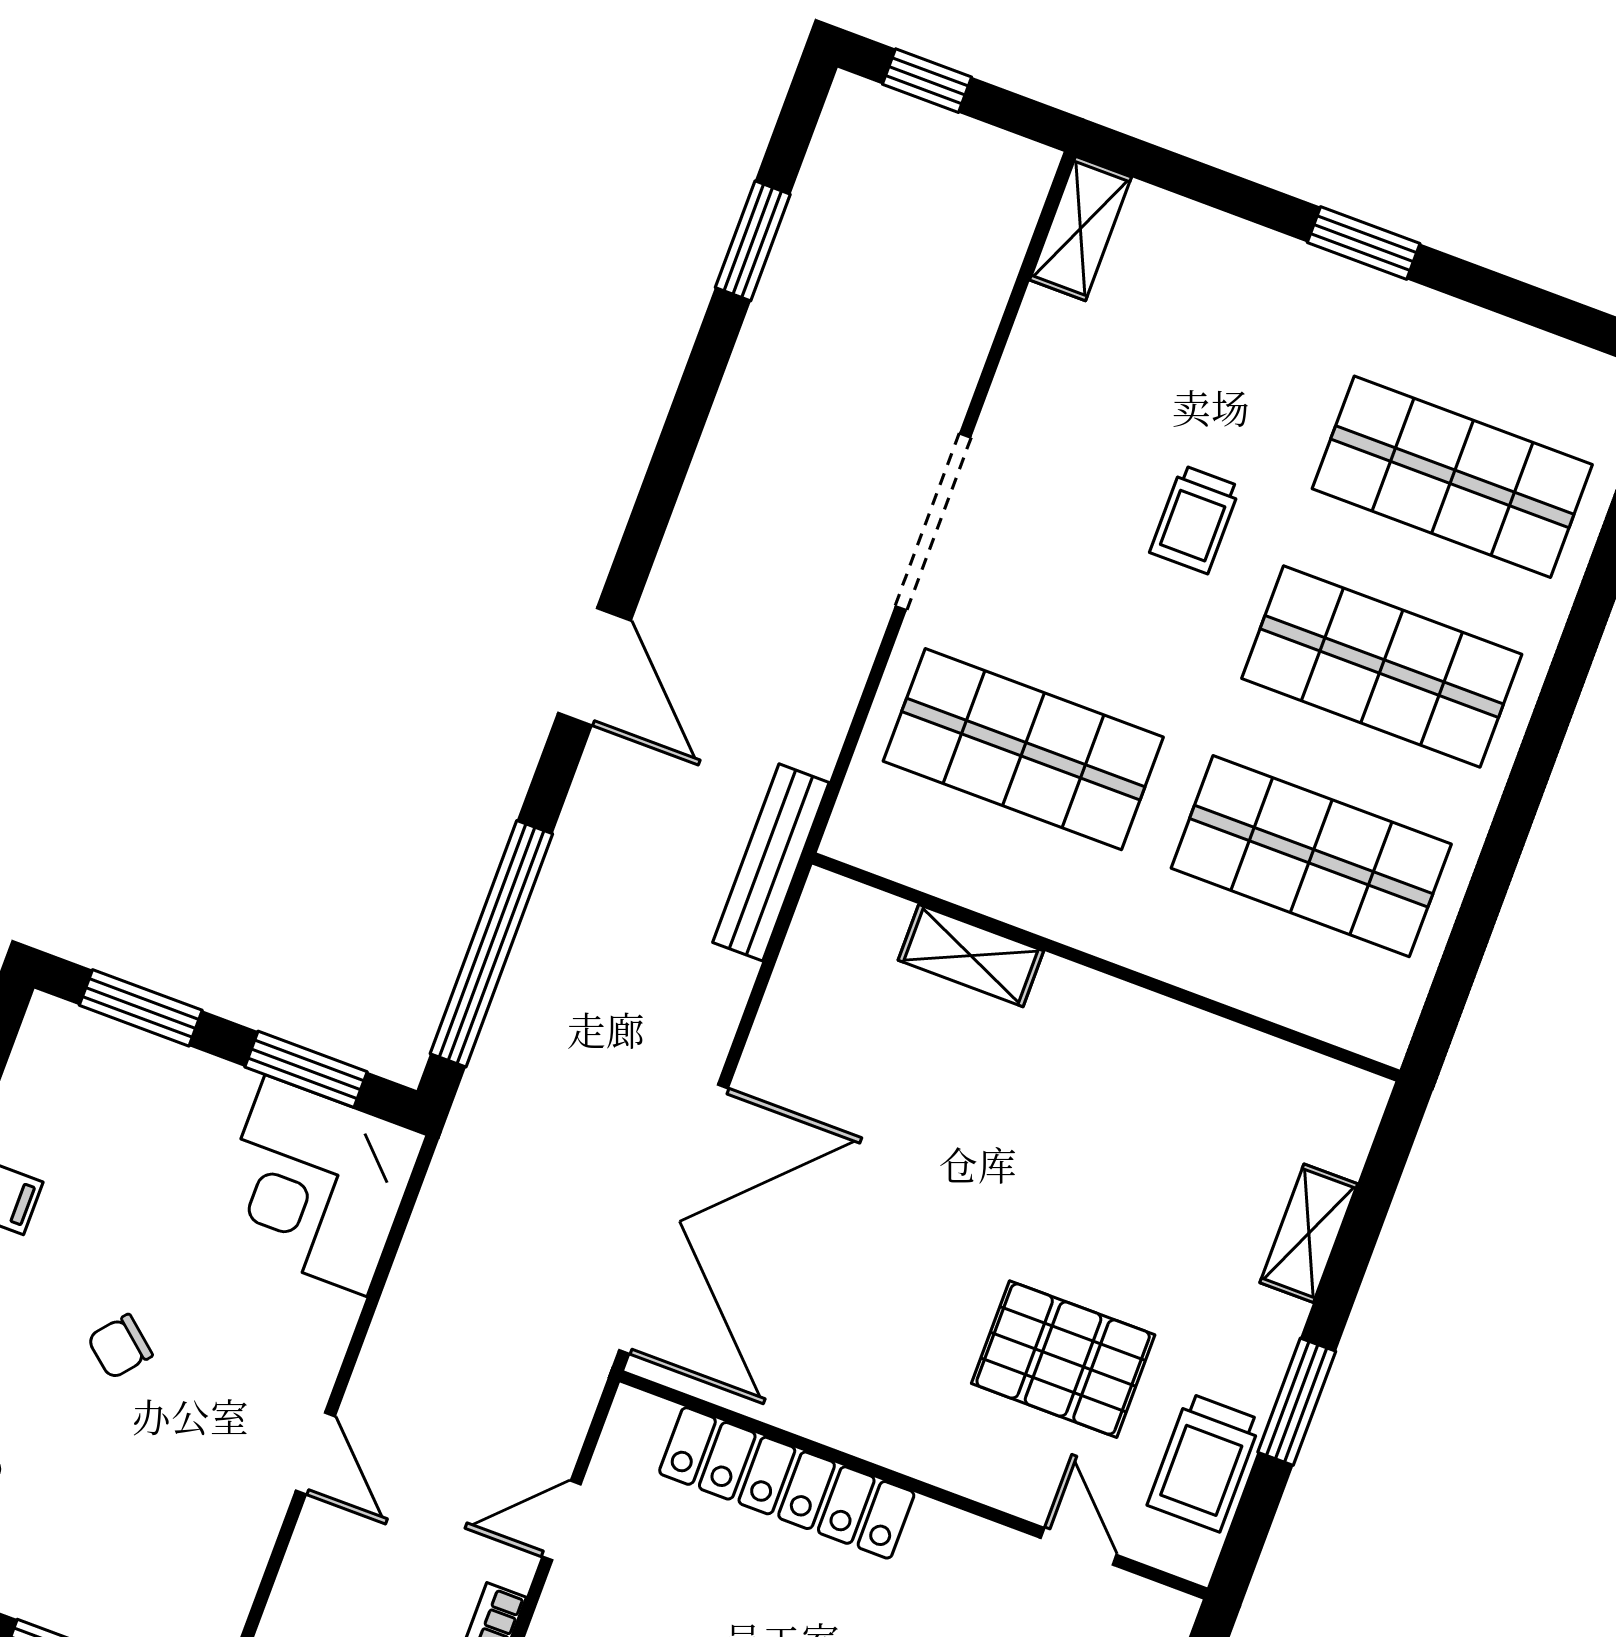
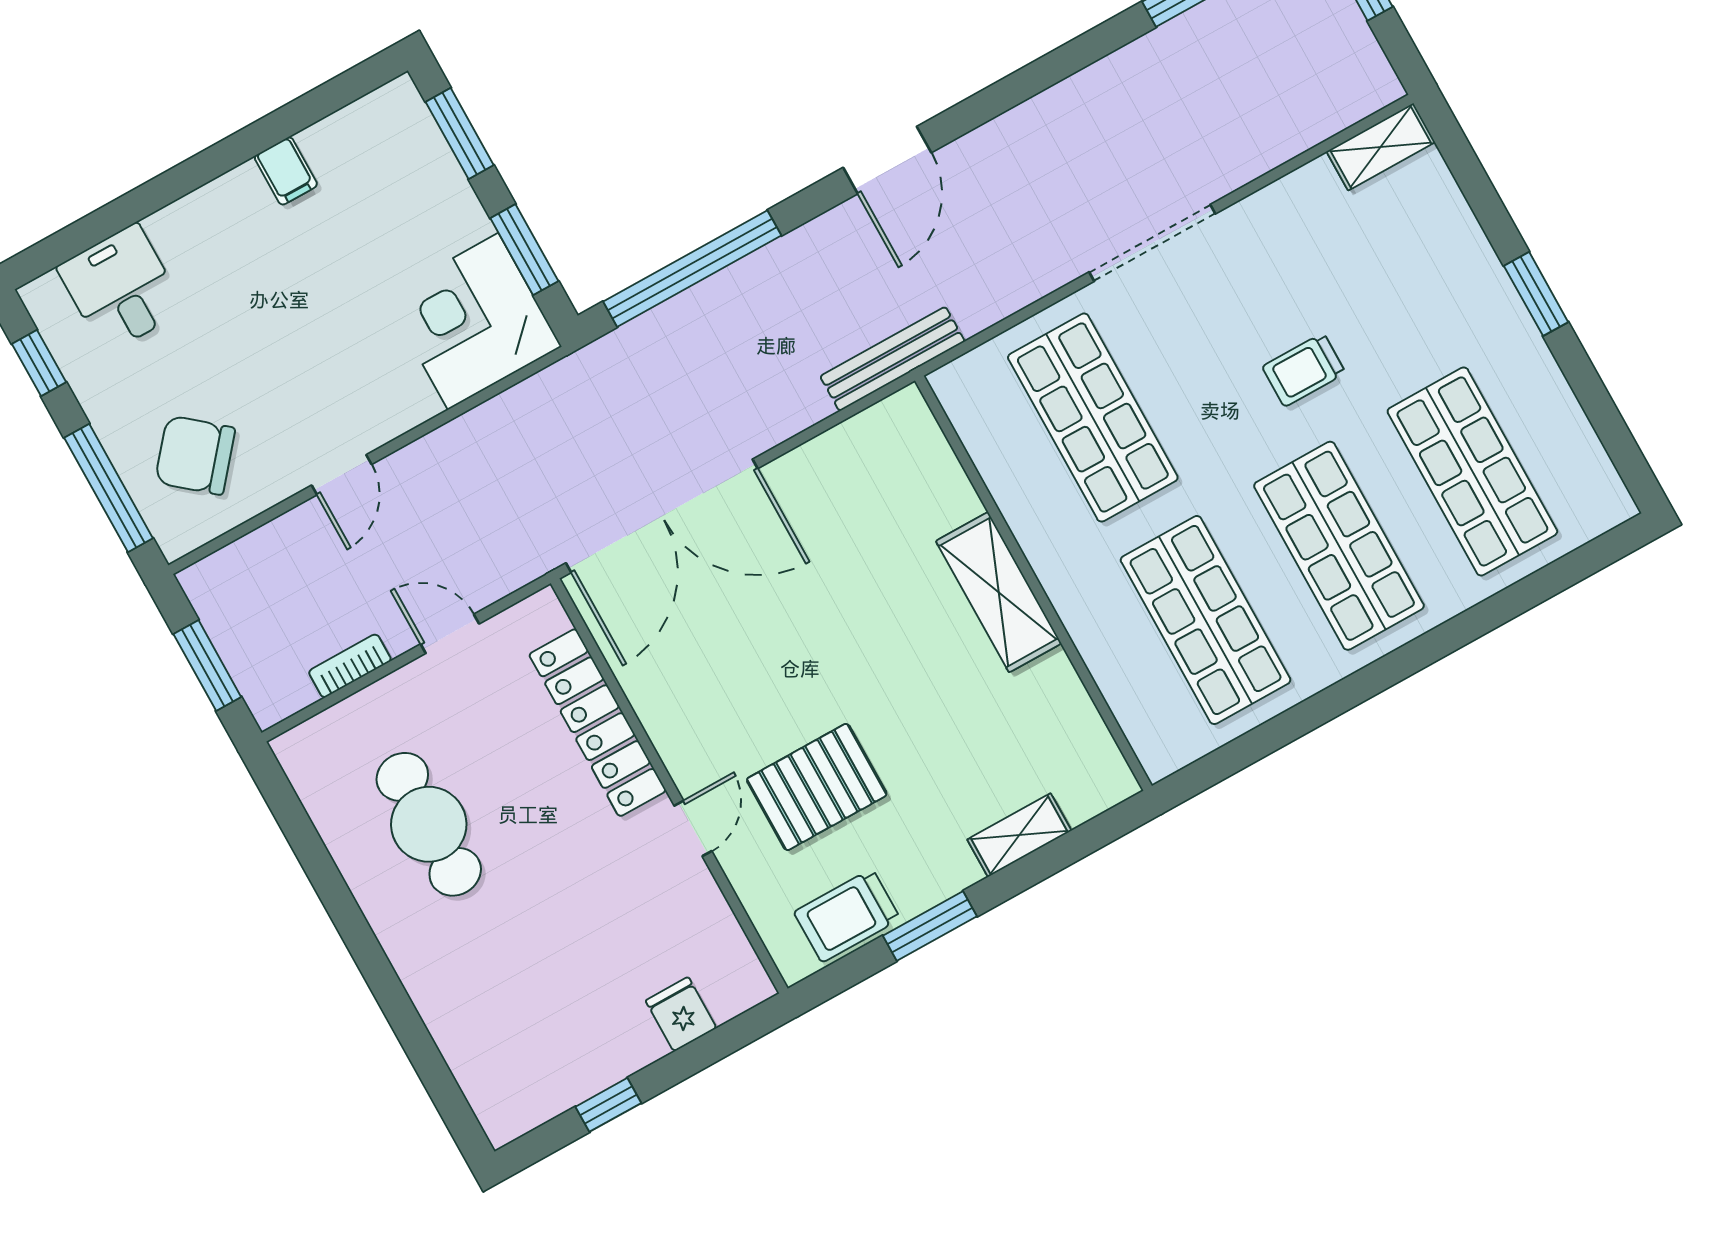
shelving: (971, 956) -> (999, 592), moved, width x1.50, depth x1.33
chair: (120, 1347) -> (195, 455), moved, width x1.87, depth x1.87
pallet: (1063, 1359) -> (817, 787), turned 90
door: (1079, 1546) -> (693, 828), moved

